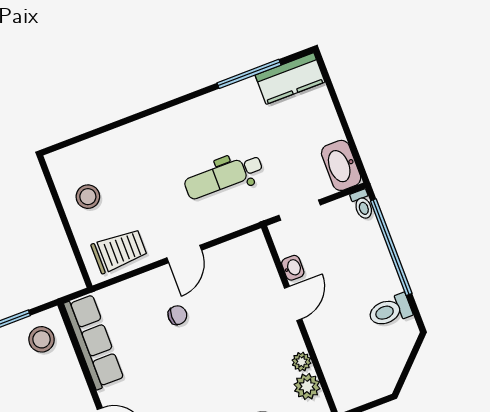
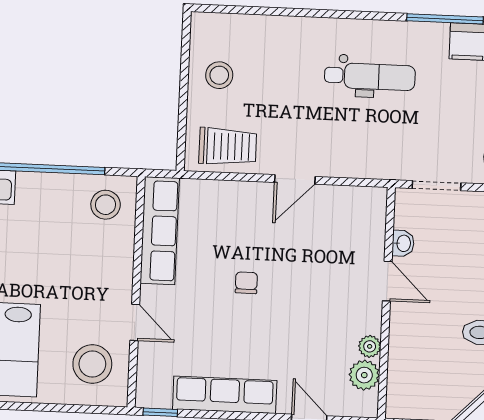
dental chair: (224, 177) -> (370, 76), moved, turned 180
door: (293, 303) -> (387, 281), hinge flipped
chair: (177, 315) -> (246, 283), moved, turned -90

